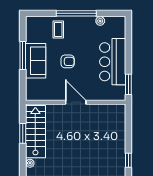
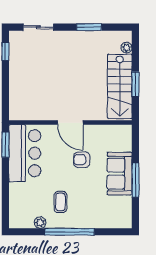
coffee table: (58, 29) -> (61, 202), moved
armchair: (68, 61) -> (82, 160), moved
bar counter: (113, 62) -> (25, 153), moved

